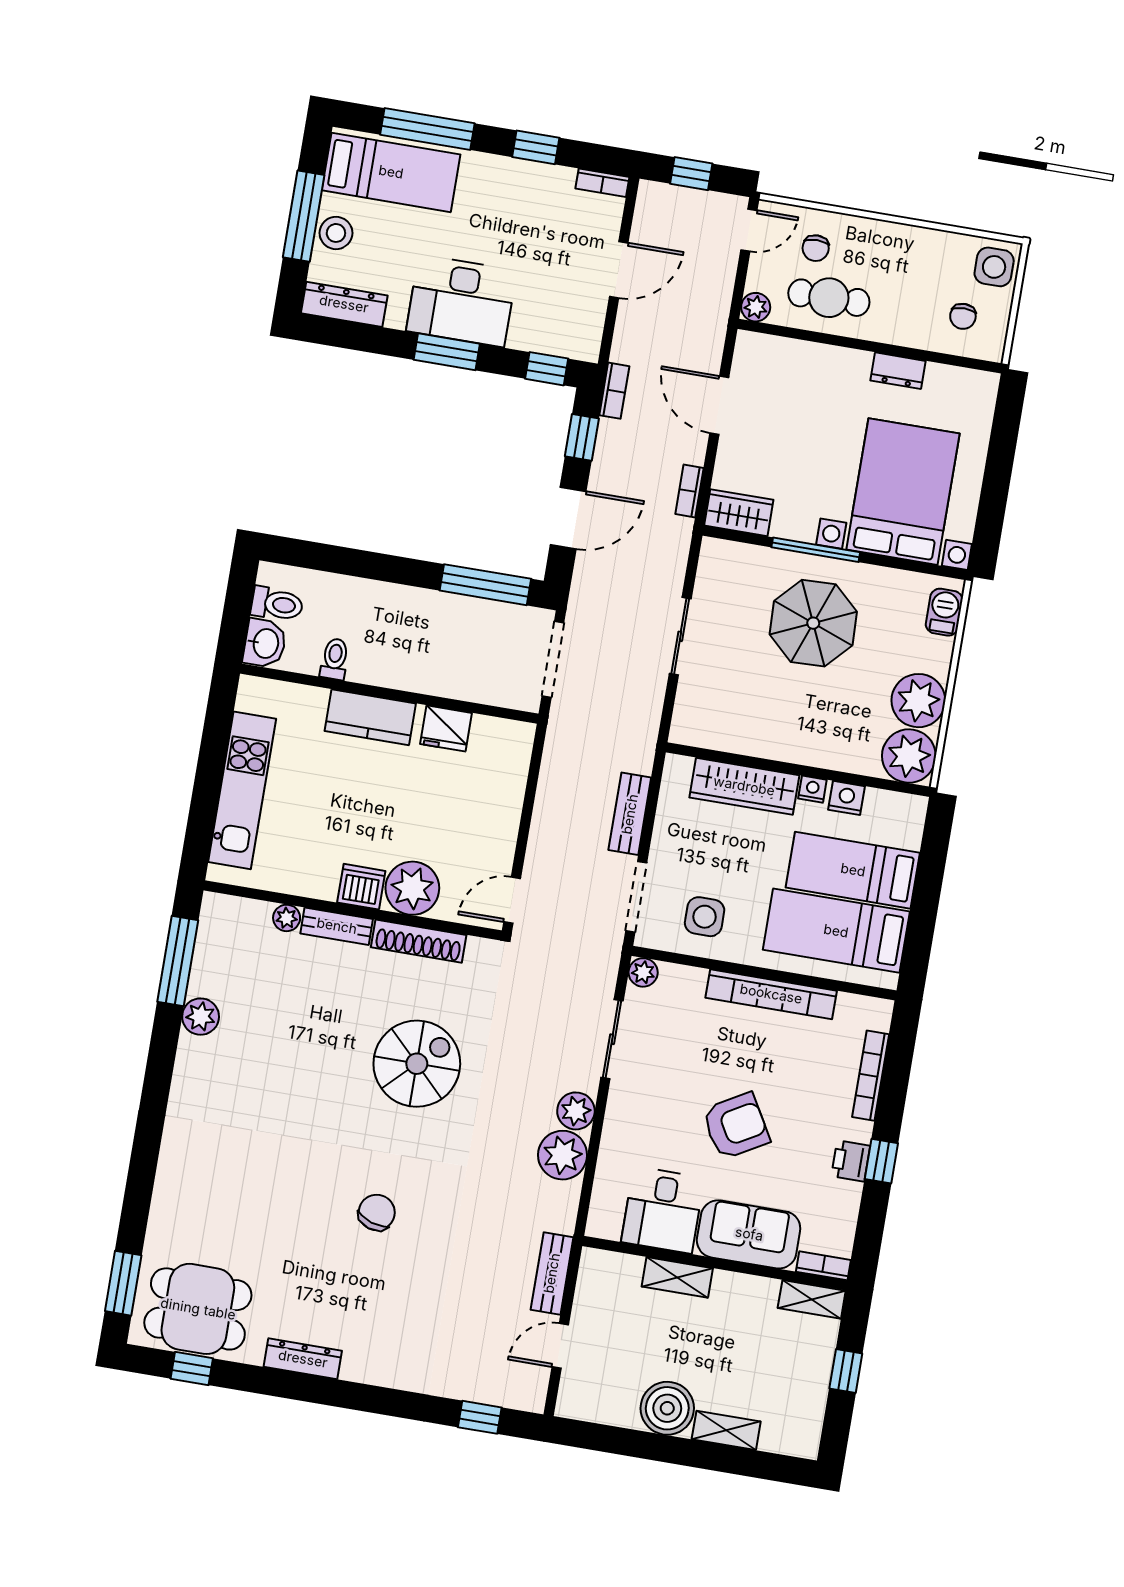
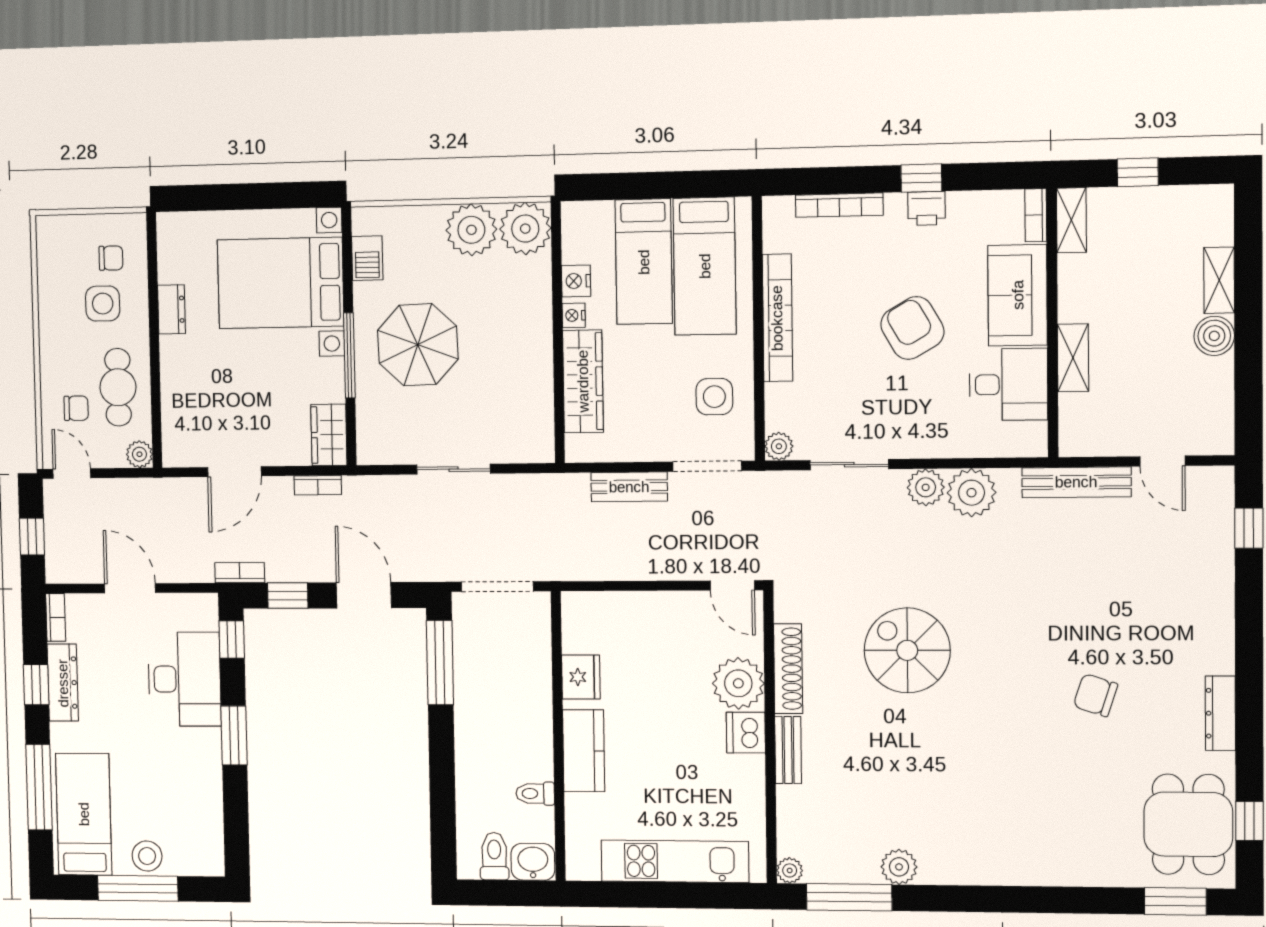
side table: (994, 267) -> (103, 304), moved
desk: (461, 301) -> (184, 679), moved
dresser: (344, 304) -> (63, 683), moved, turned 180
barbecue: (944, 612) -> (367, 258), moved, turned -90
plant: (287, 918) -> (790, 870), moved
chair: (377, 1212) -> (1095, 695), moved
bench: (552, 1273) -> (1076, 482), width x1.36
boiler: (667, 1408) -> (1214, 336), width x0.73, depth x0.73

